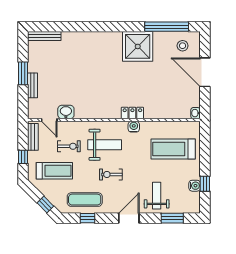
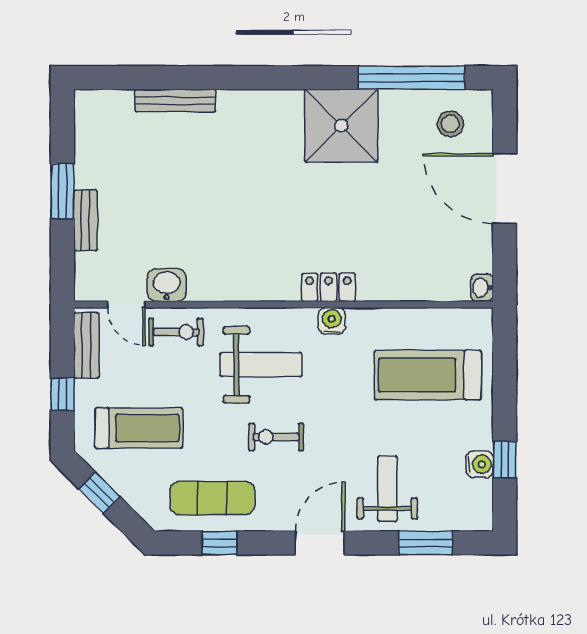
bench: (44, 36) -> (175, 100), moved
exercise bike: (69, 146) -> (176, 332), moved
window: (45, 205) -> (99, 493), moved

